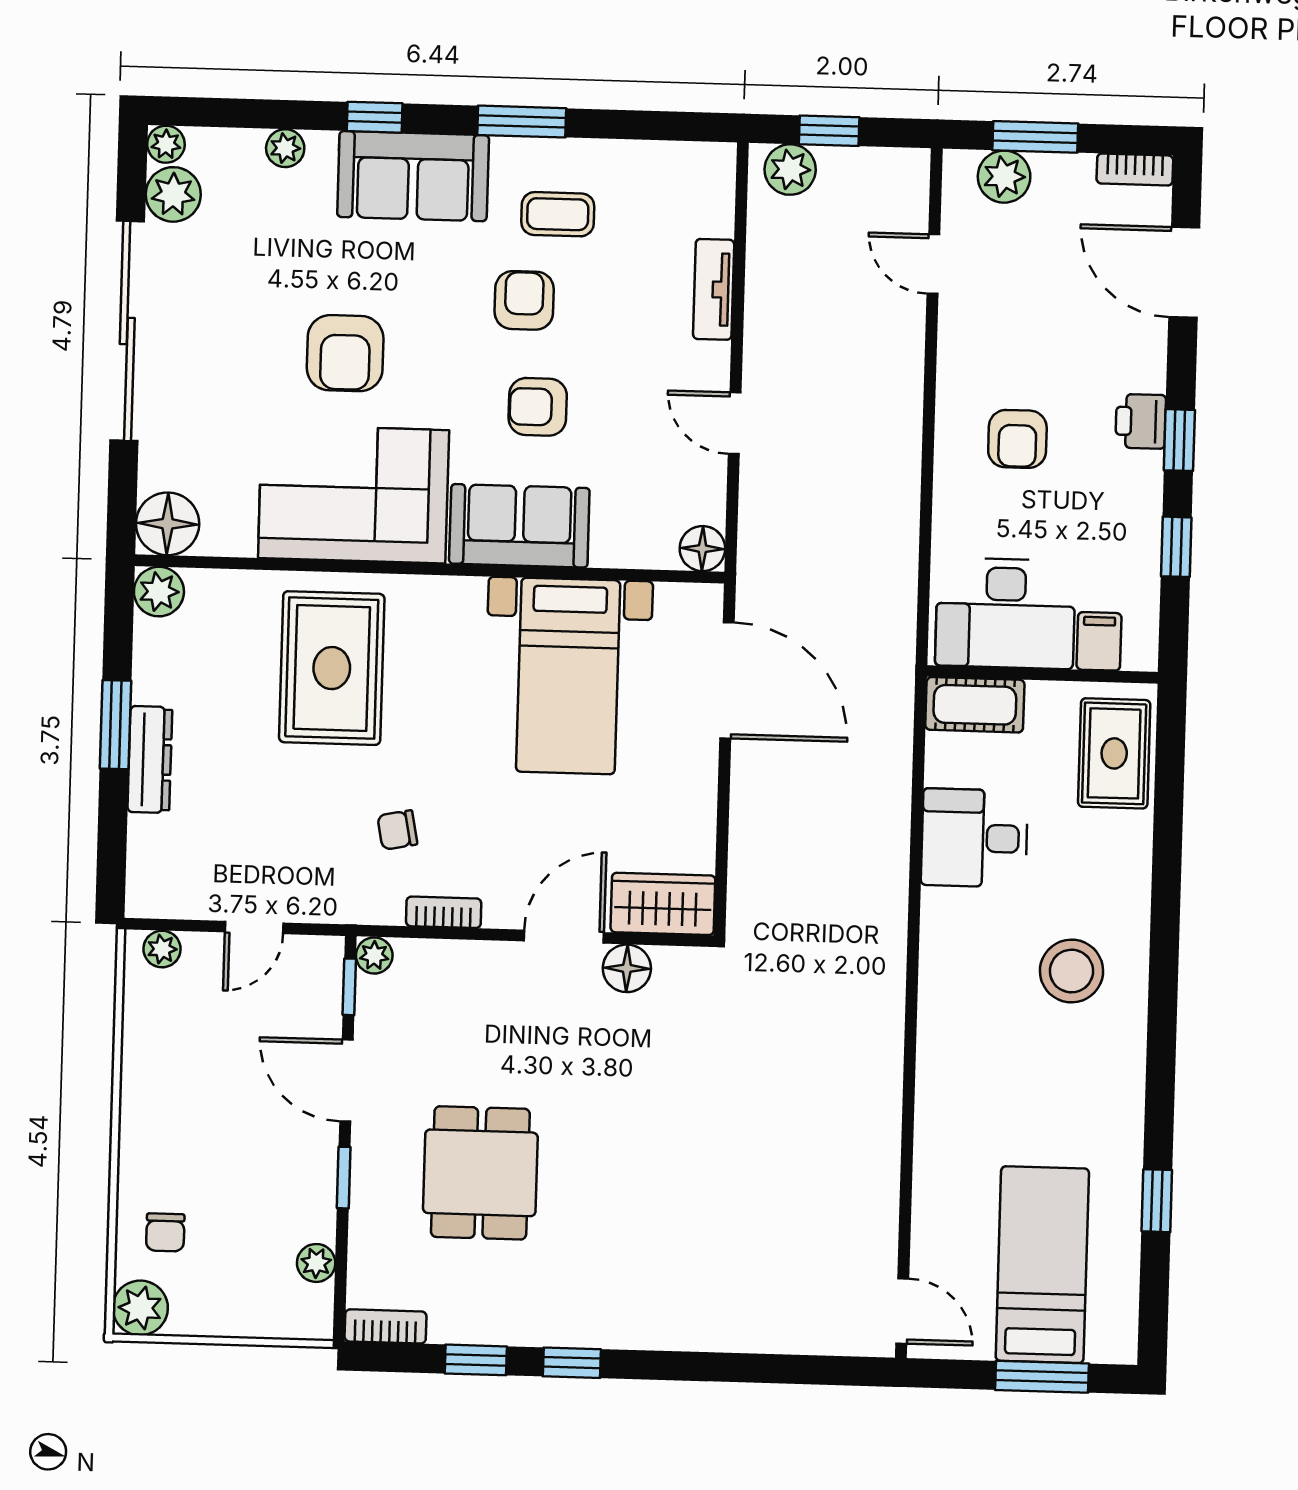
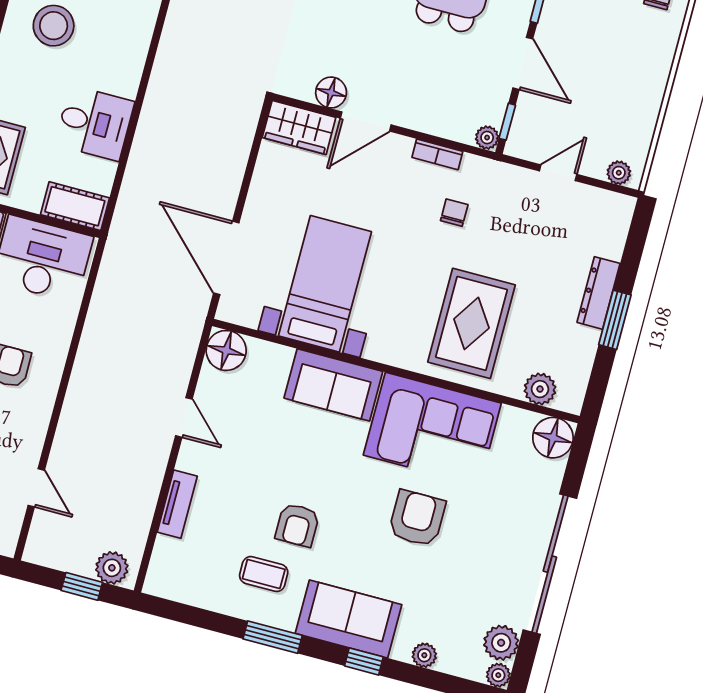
armchair: (538, 407) -> (305, 457), removed
floor lamp: (702, 549) -> (226, 350), width x1.38, depth x1.38
plant: (159, 592) -> (540, 389), moved
chair: (397, 830) -> (454, 213), turned -79

